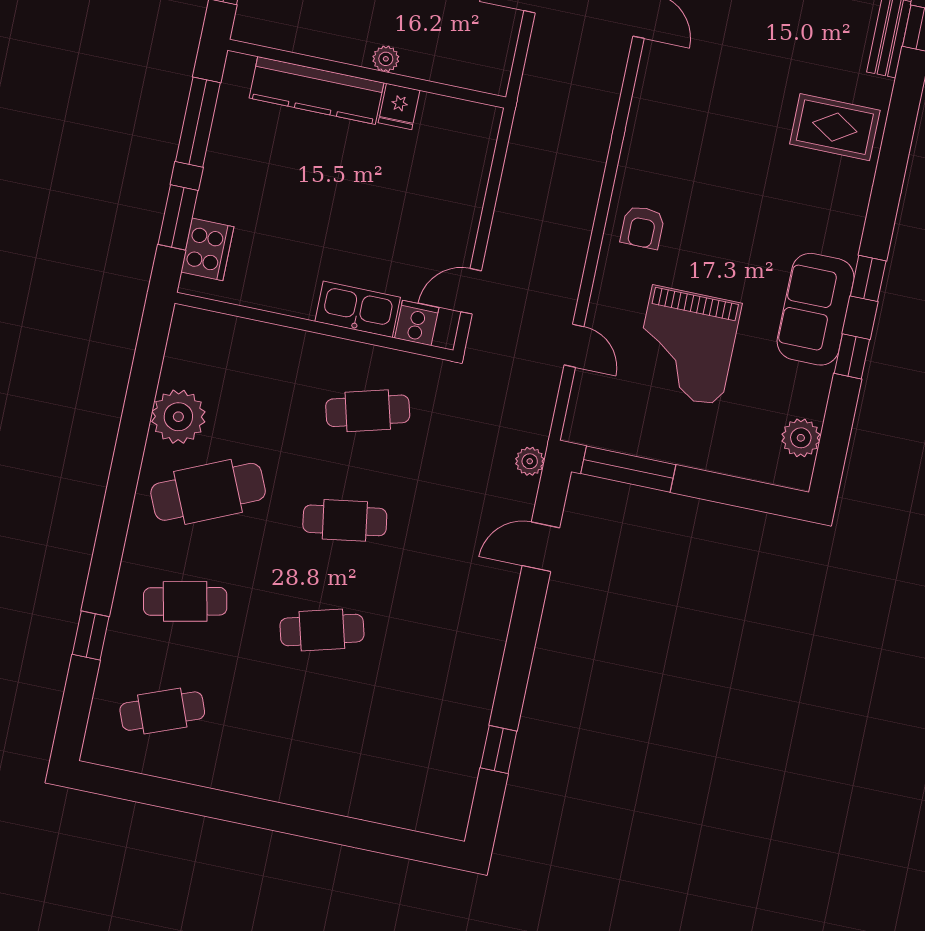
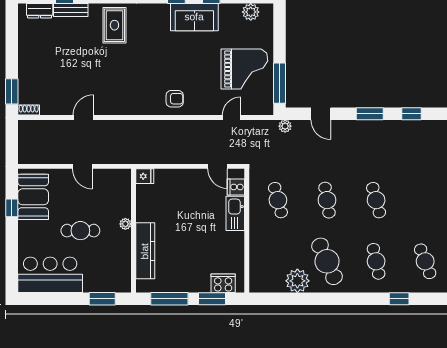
fridge: (399, 107) -> (145, 176), moved
grand piano: (687, 346) -> (244, 69), moved
window: (518, 656) -> (370, 114), added

